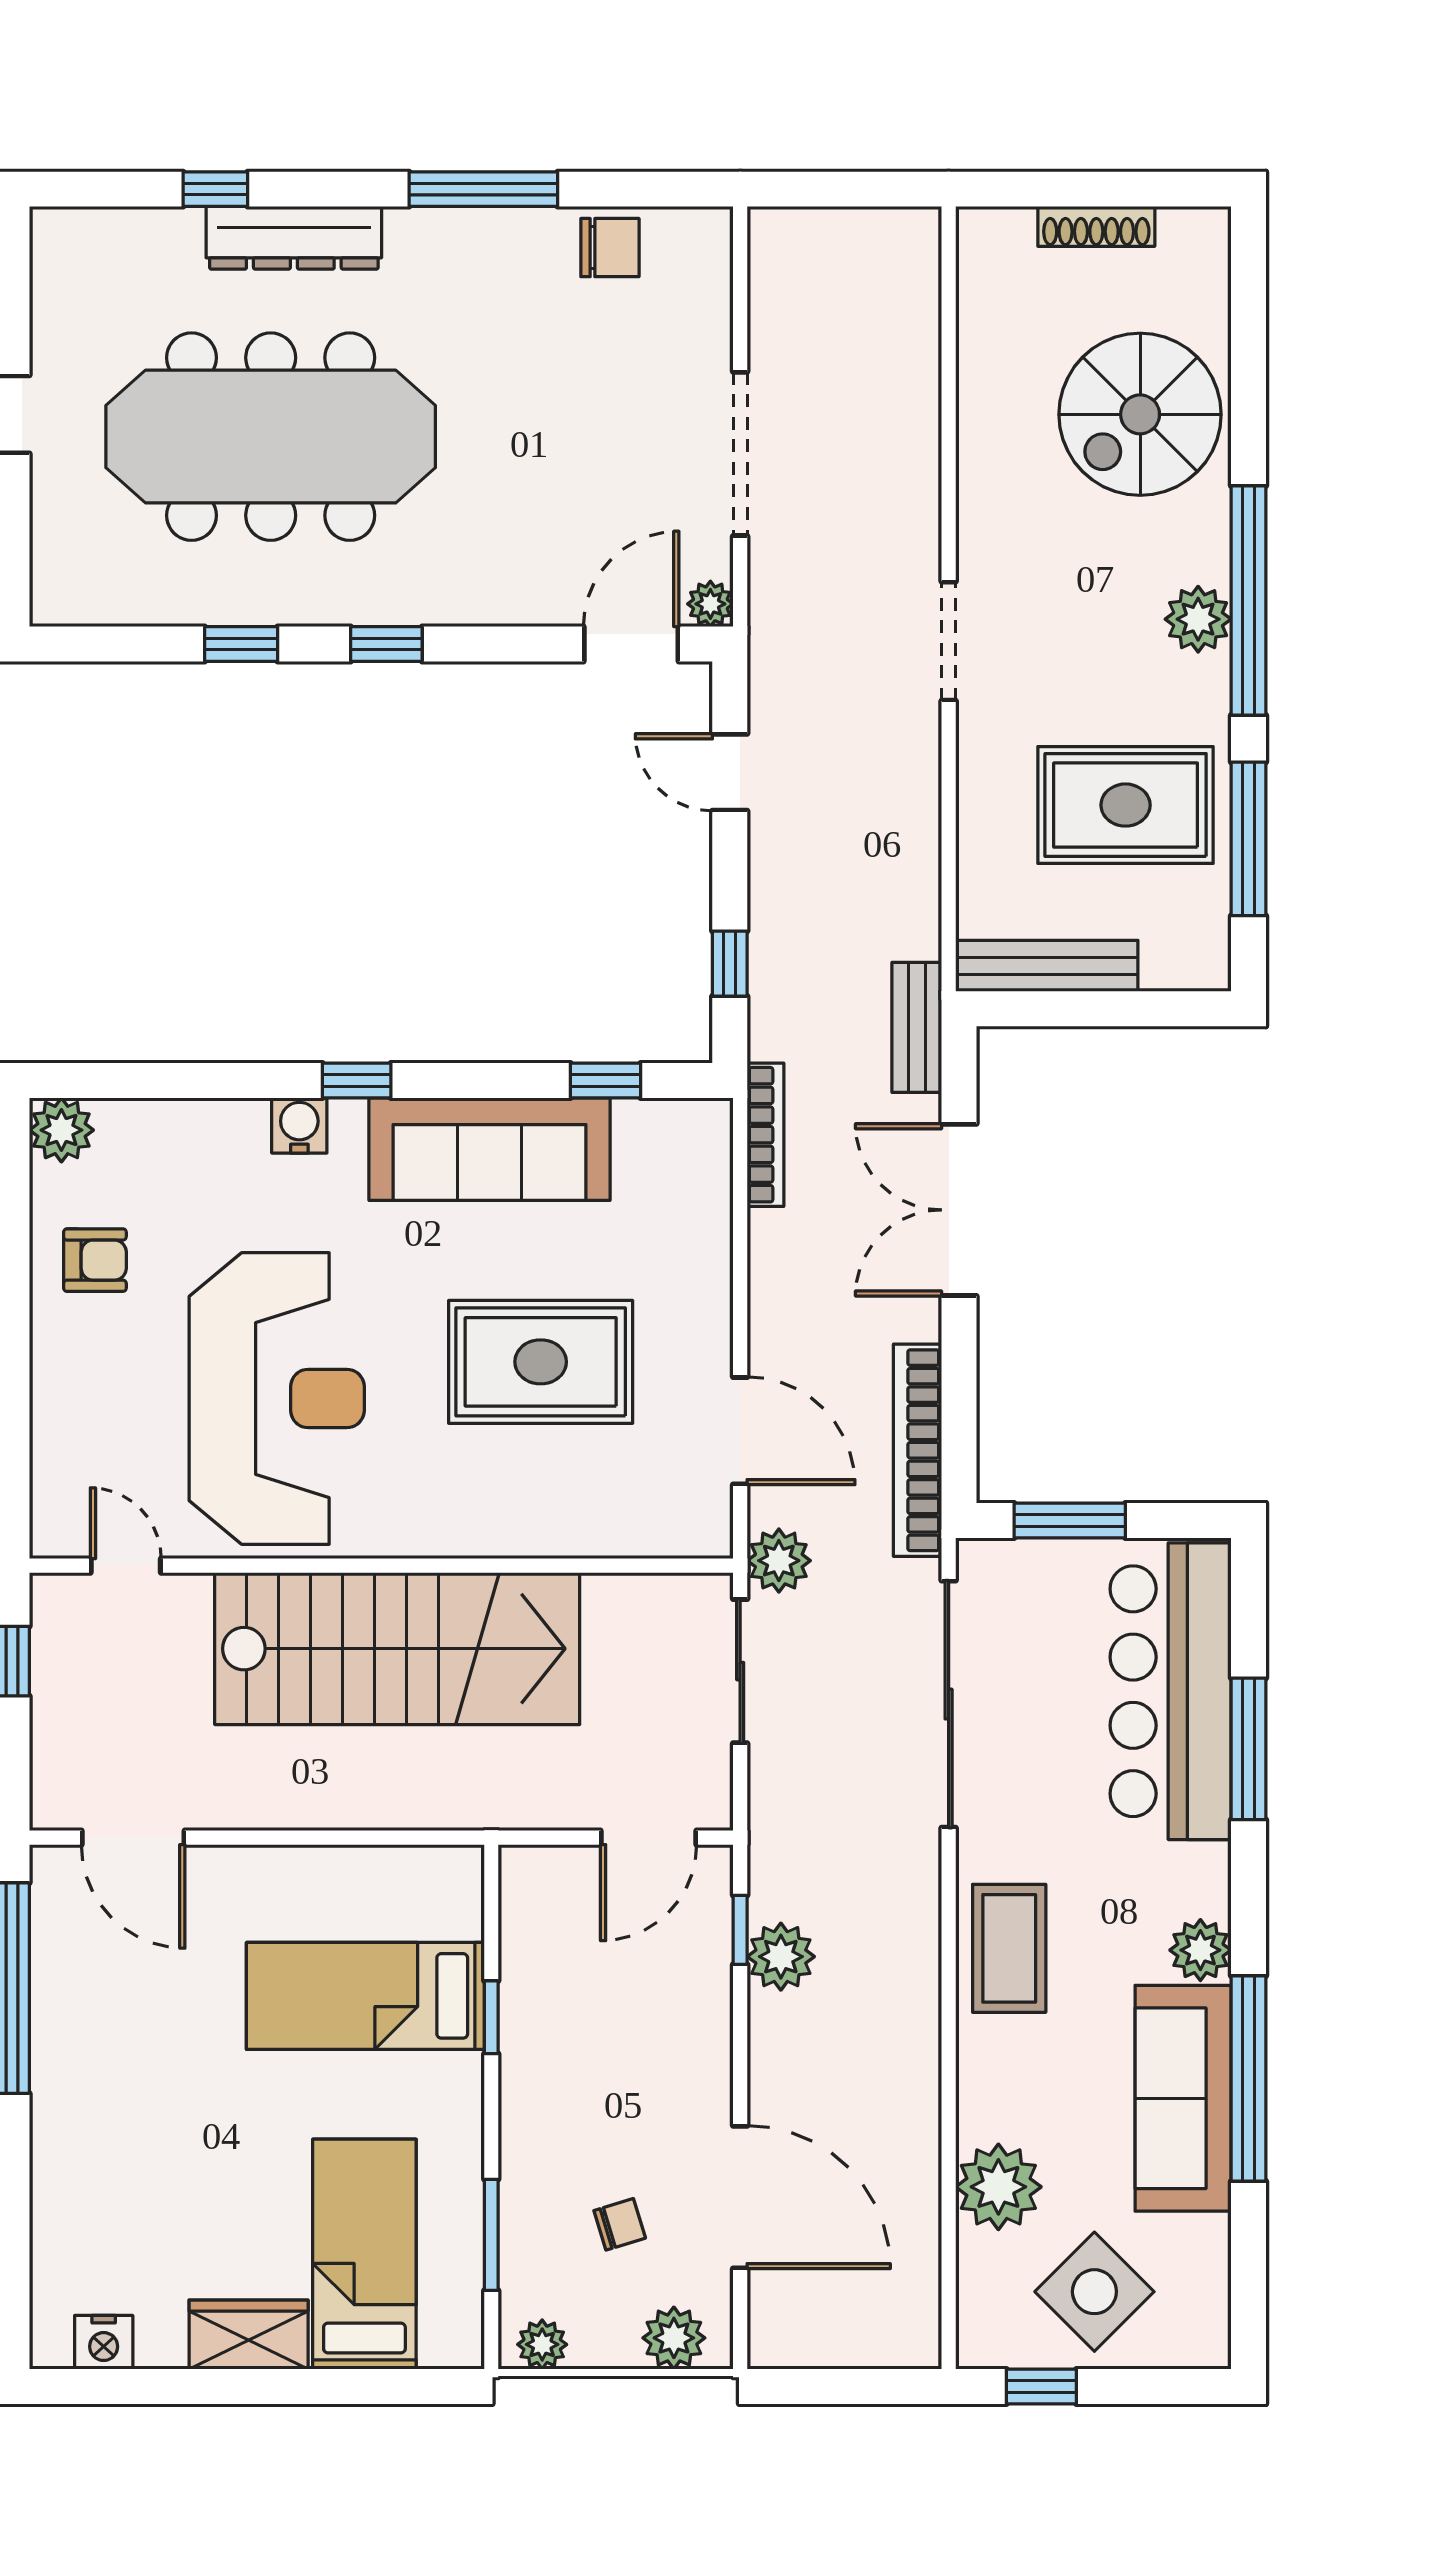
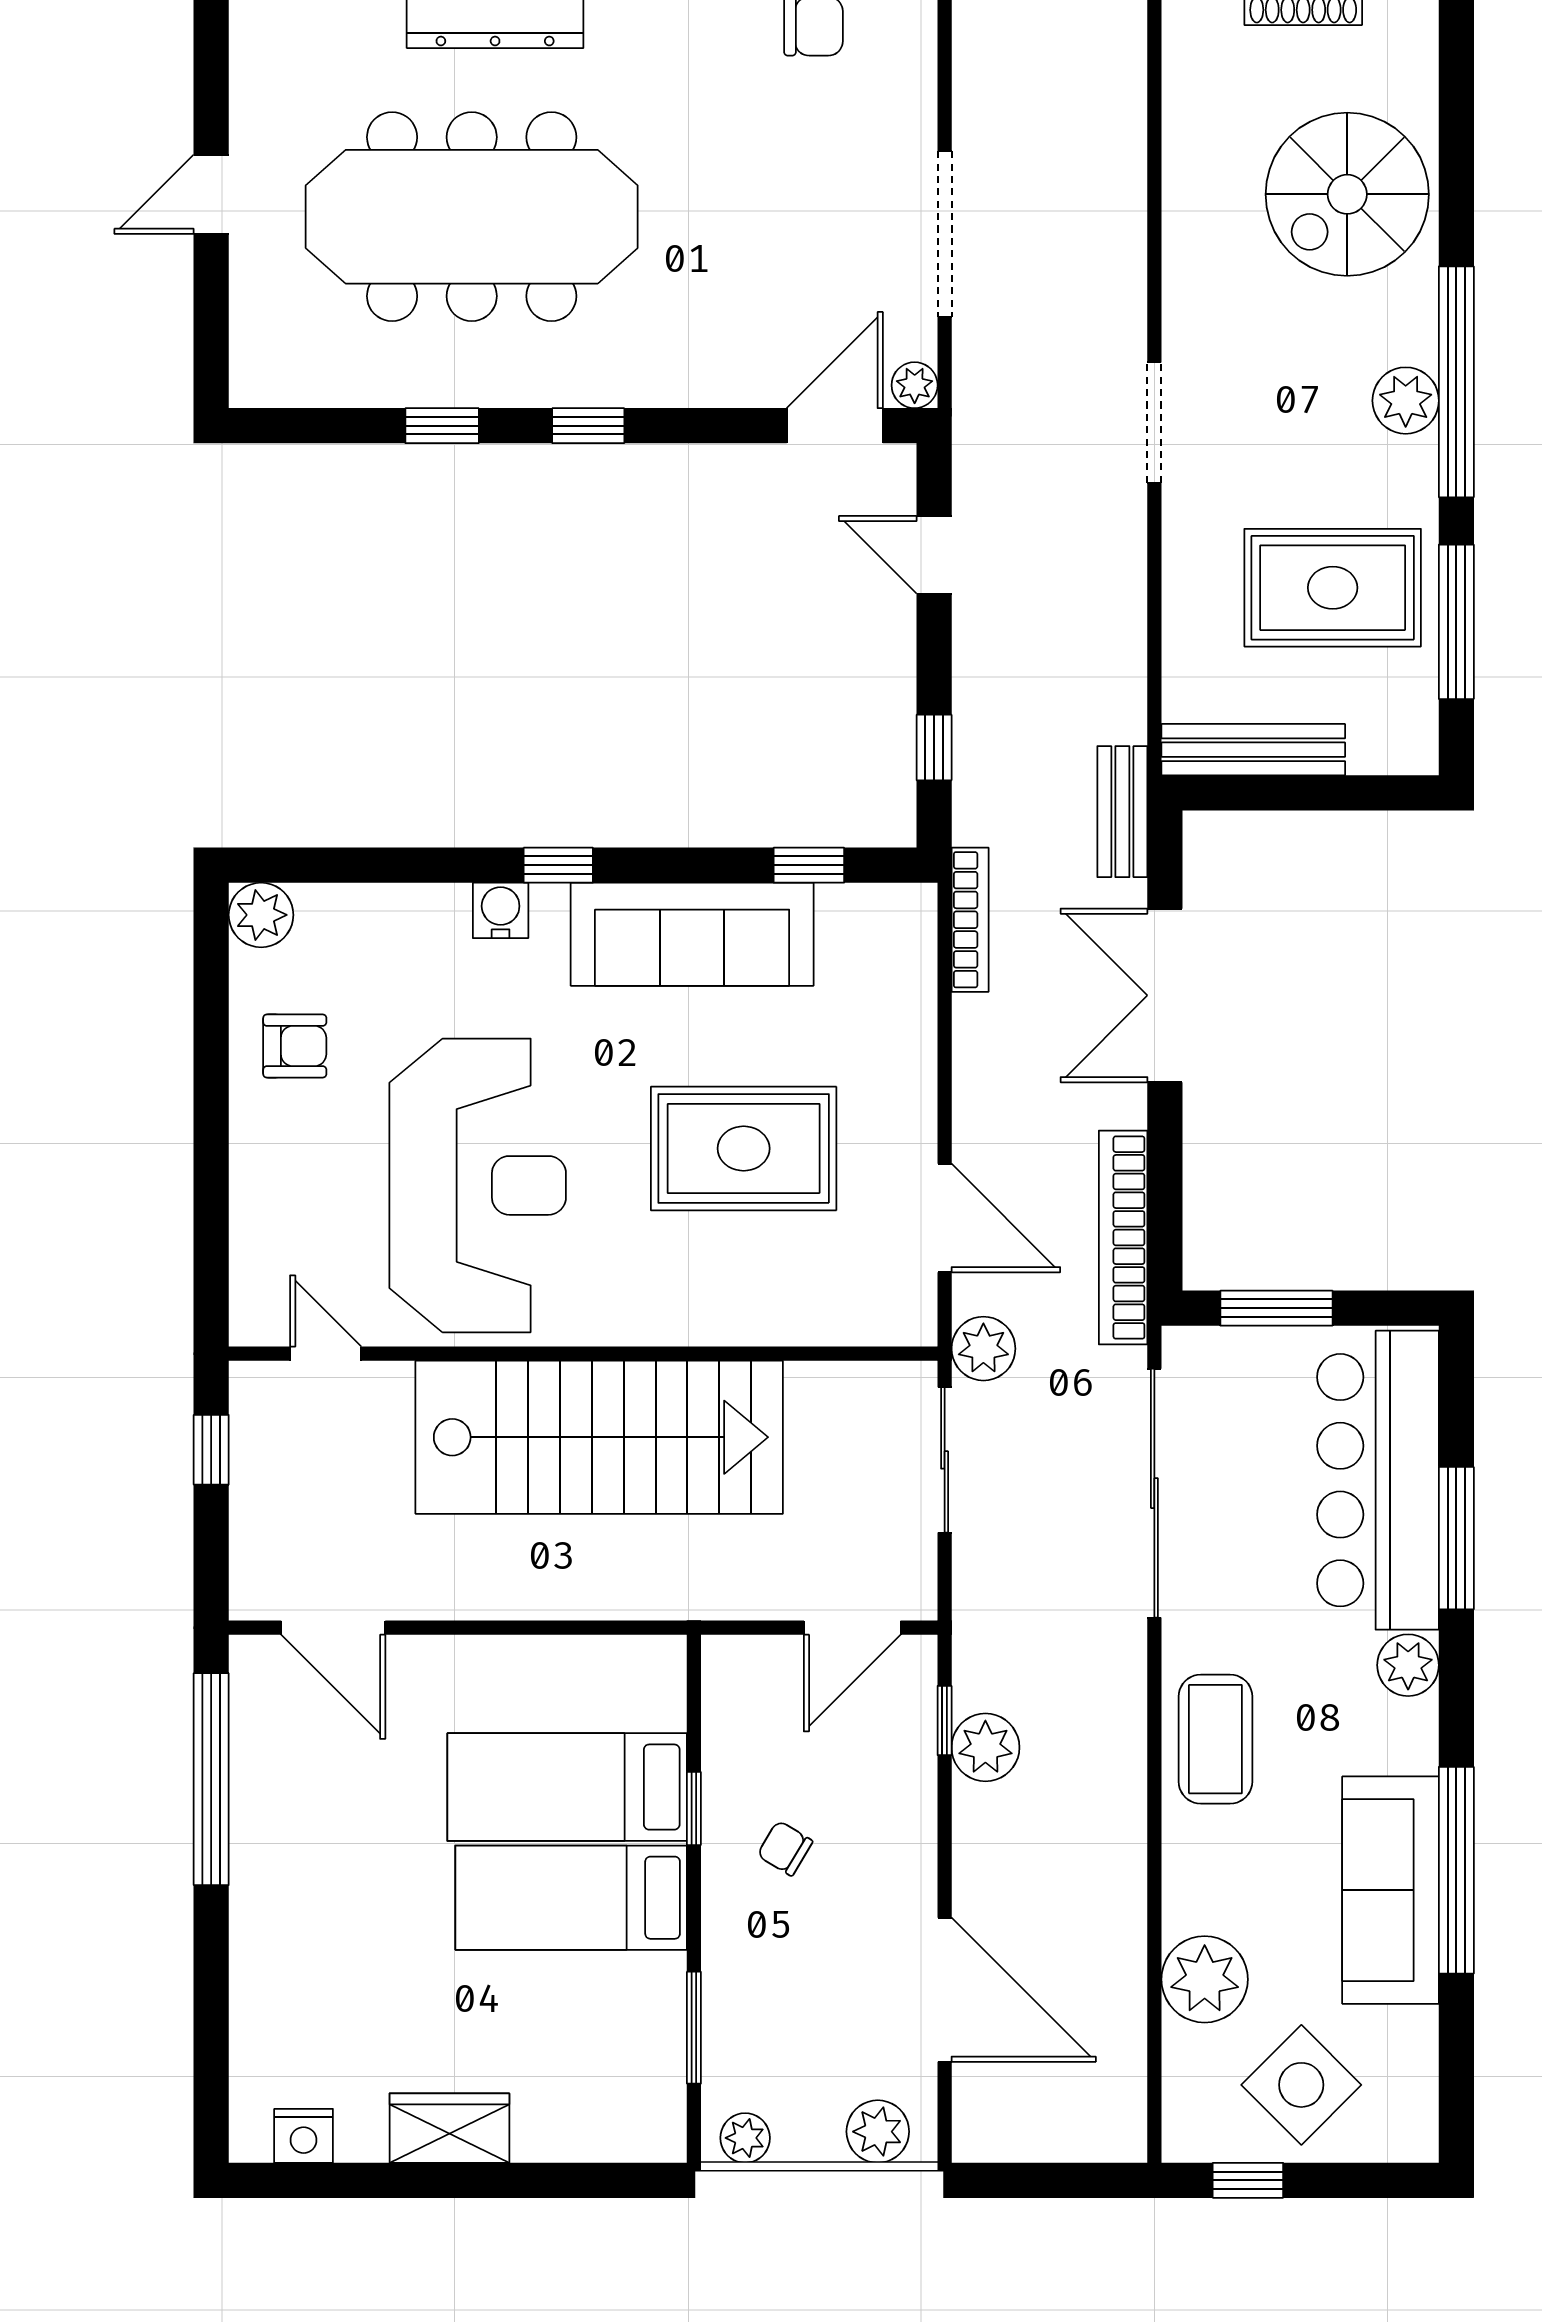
plant: (1200, 1950) -> (1408, 1665), moved
chair: (620, 2224) -> (785, 1848), moved, turned -132
bed: (364, 2254) -> (571, 1898), moved, turned -90

